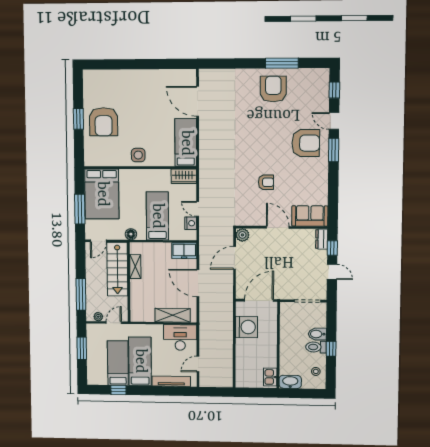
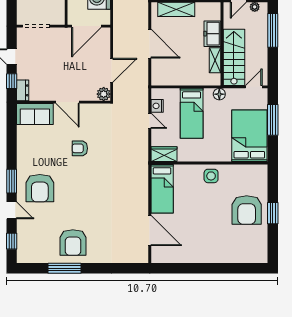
armchair: (104, 122) -> (247, 210), turned 180
armchair: (306, 143) -> (40, 188), turned -90
freezer: (184, 251) -> (212, 34), moved, turned -90

